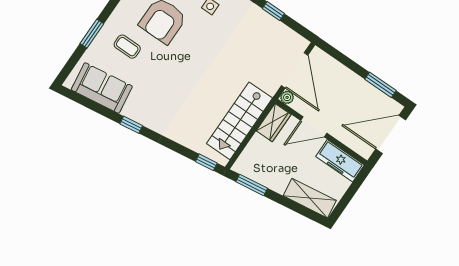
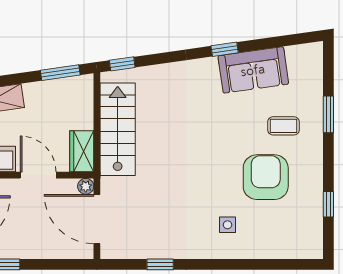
sofa: (102, 88) -> (253, 70), moved
door: (314, 127) -> (38, 175), hinge flipped

